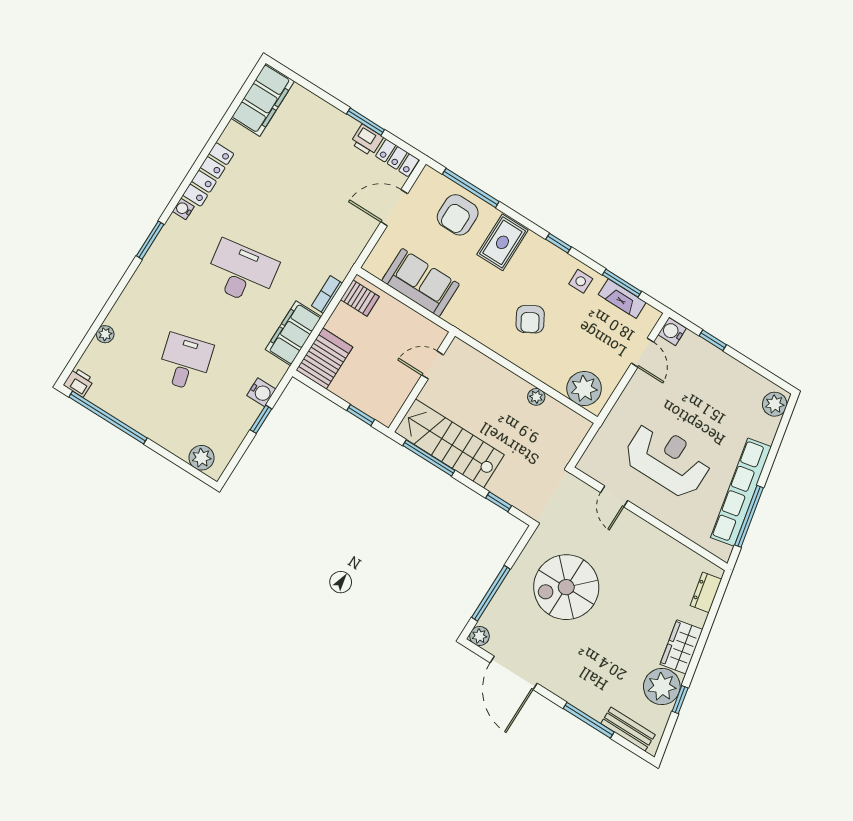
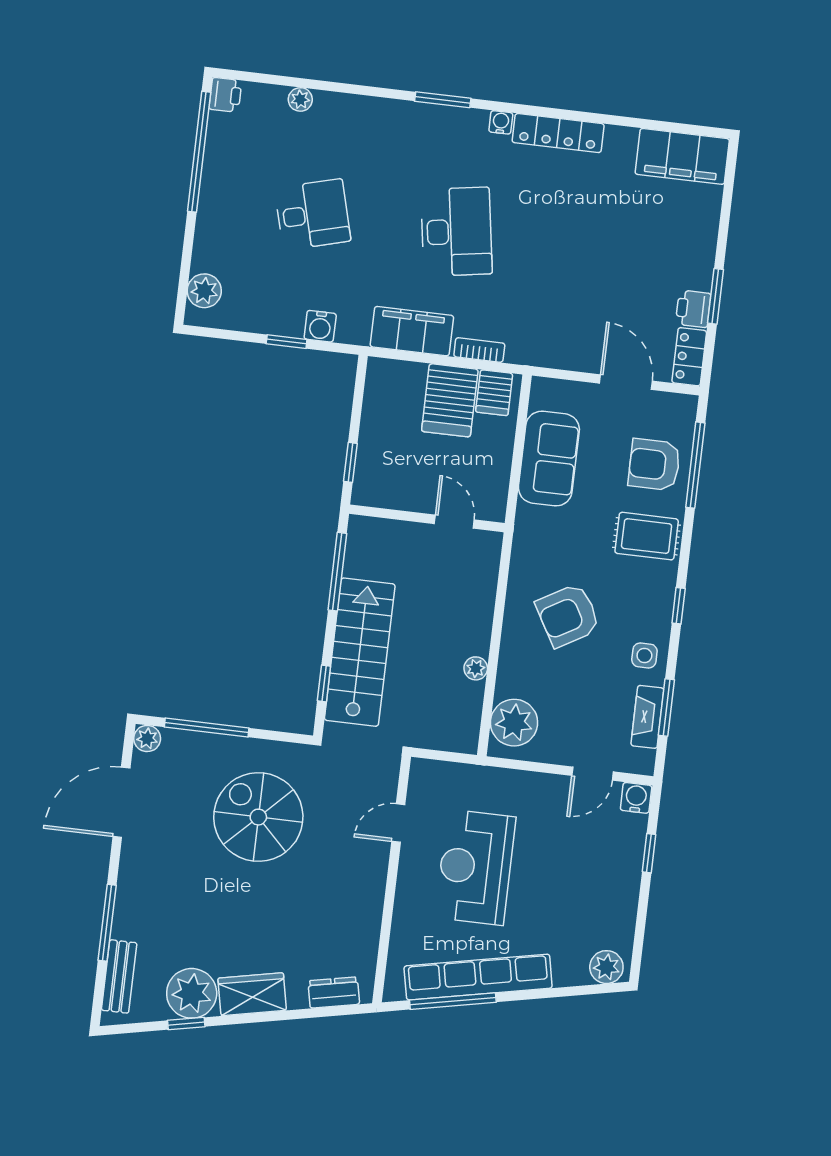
armchair: (530, 319) -> (568, 615), width x1.38, depth x1.38
server rack: (324, 358) -> (450, 400), moved, turned 90
stairs: (449, 443) -> (360, 652), moved
reception desk: (668, 459) -> (475, 867), turned 180

